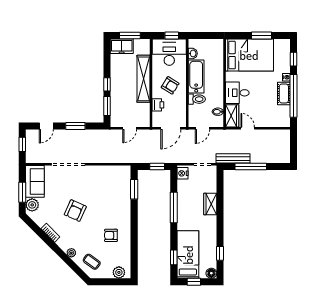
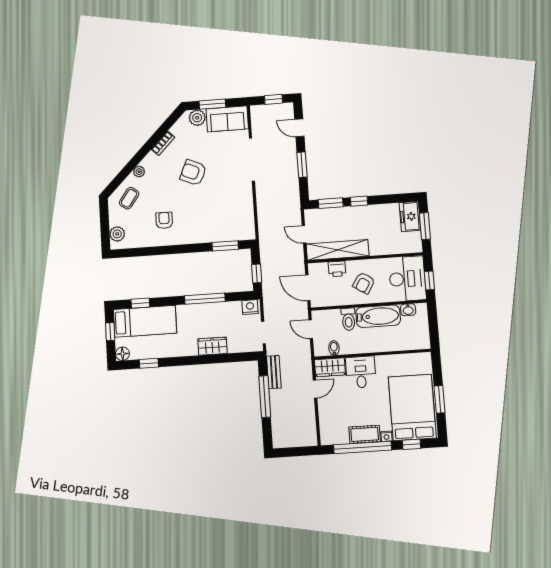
bed: (249, 55) -> (412, 407), moved, turned 180
shelving: (144, 79) -> (338, 250), moved
bench: (233, 158) -> (274, 372), width x0.73

